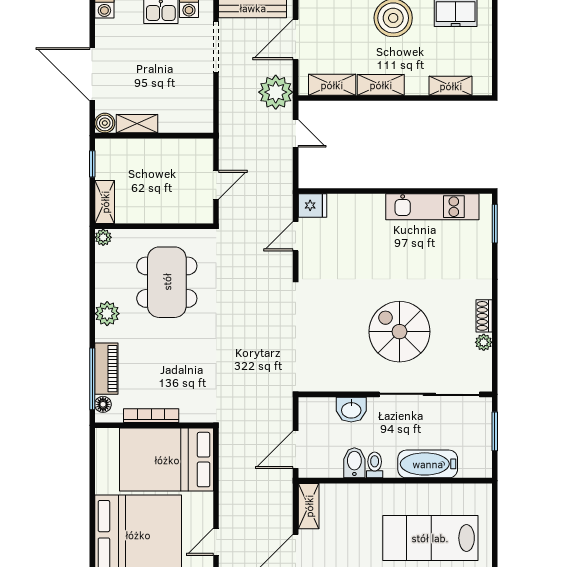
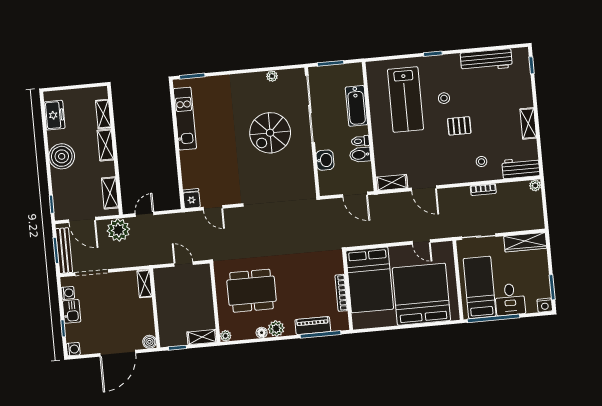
shelving: (381, 85) -> (106, 145), moved
shelving: (137, 124) -> (144, 284), moved
shoe rack: (484, 316) -> (254, 77), removed
floor lamp: (103, 404) -> (262, 333), moved

